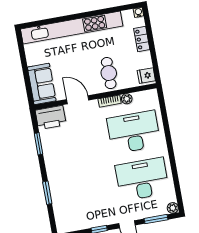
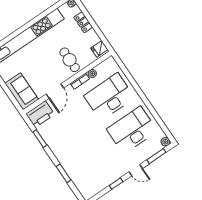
door: (78, 100) -> (55, 91), swing flipped

